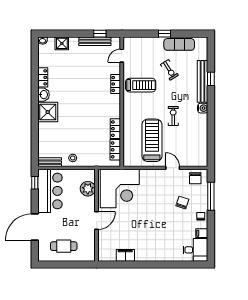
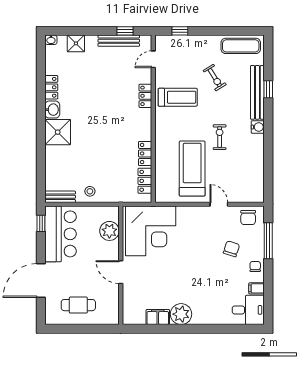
window: (165, 34) -> (180, 31), moved
exercise mat: (179, 44) -> (241, 46), moved
door: (97, 221) -> (121, 272), swing flipped
plant: (143, 253) -> (181, 314), added

